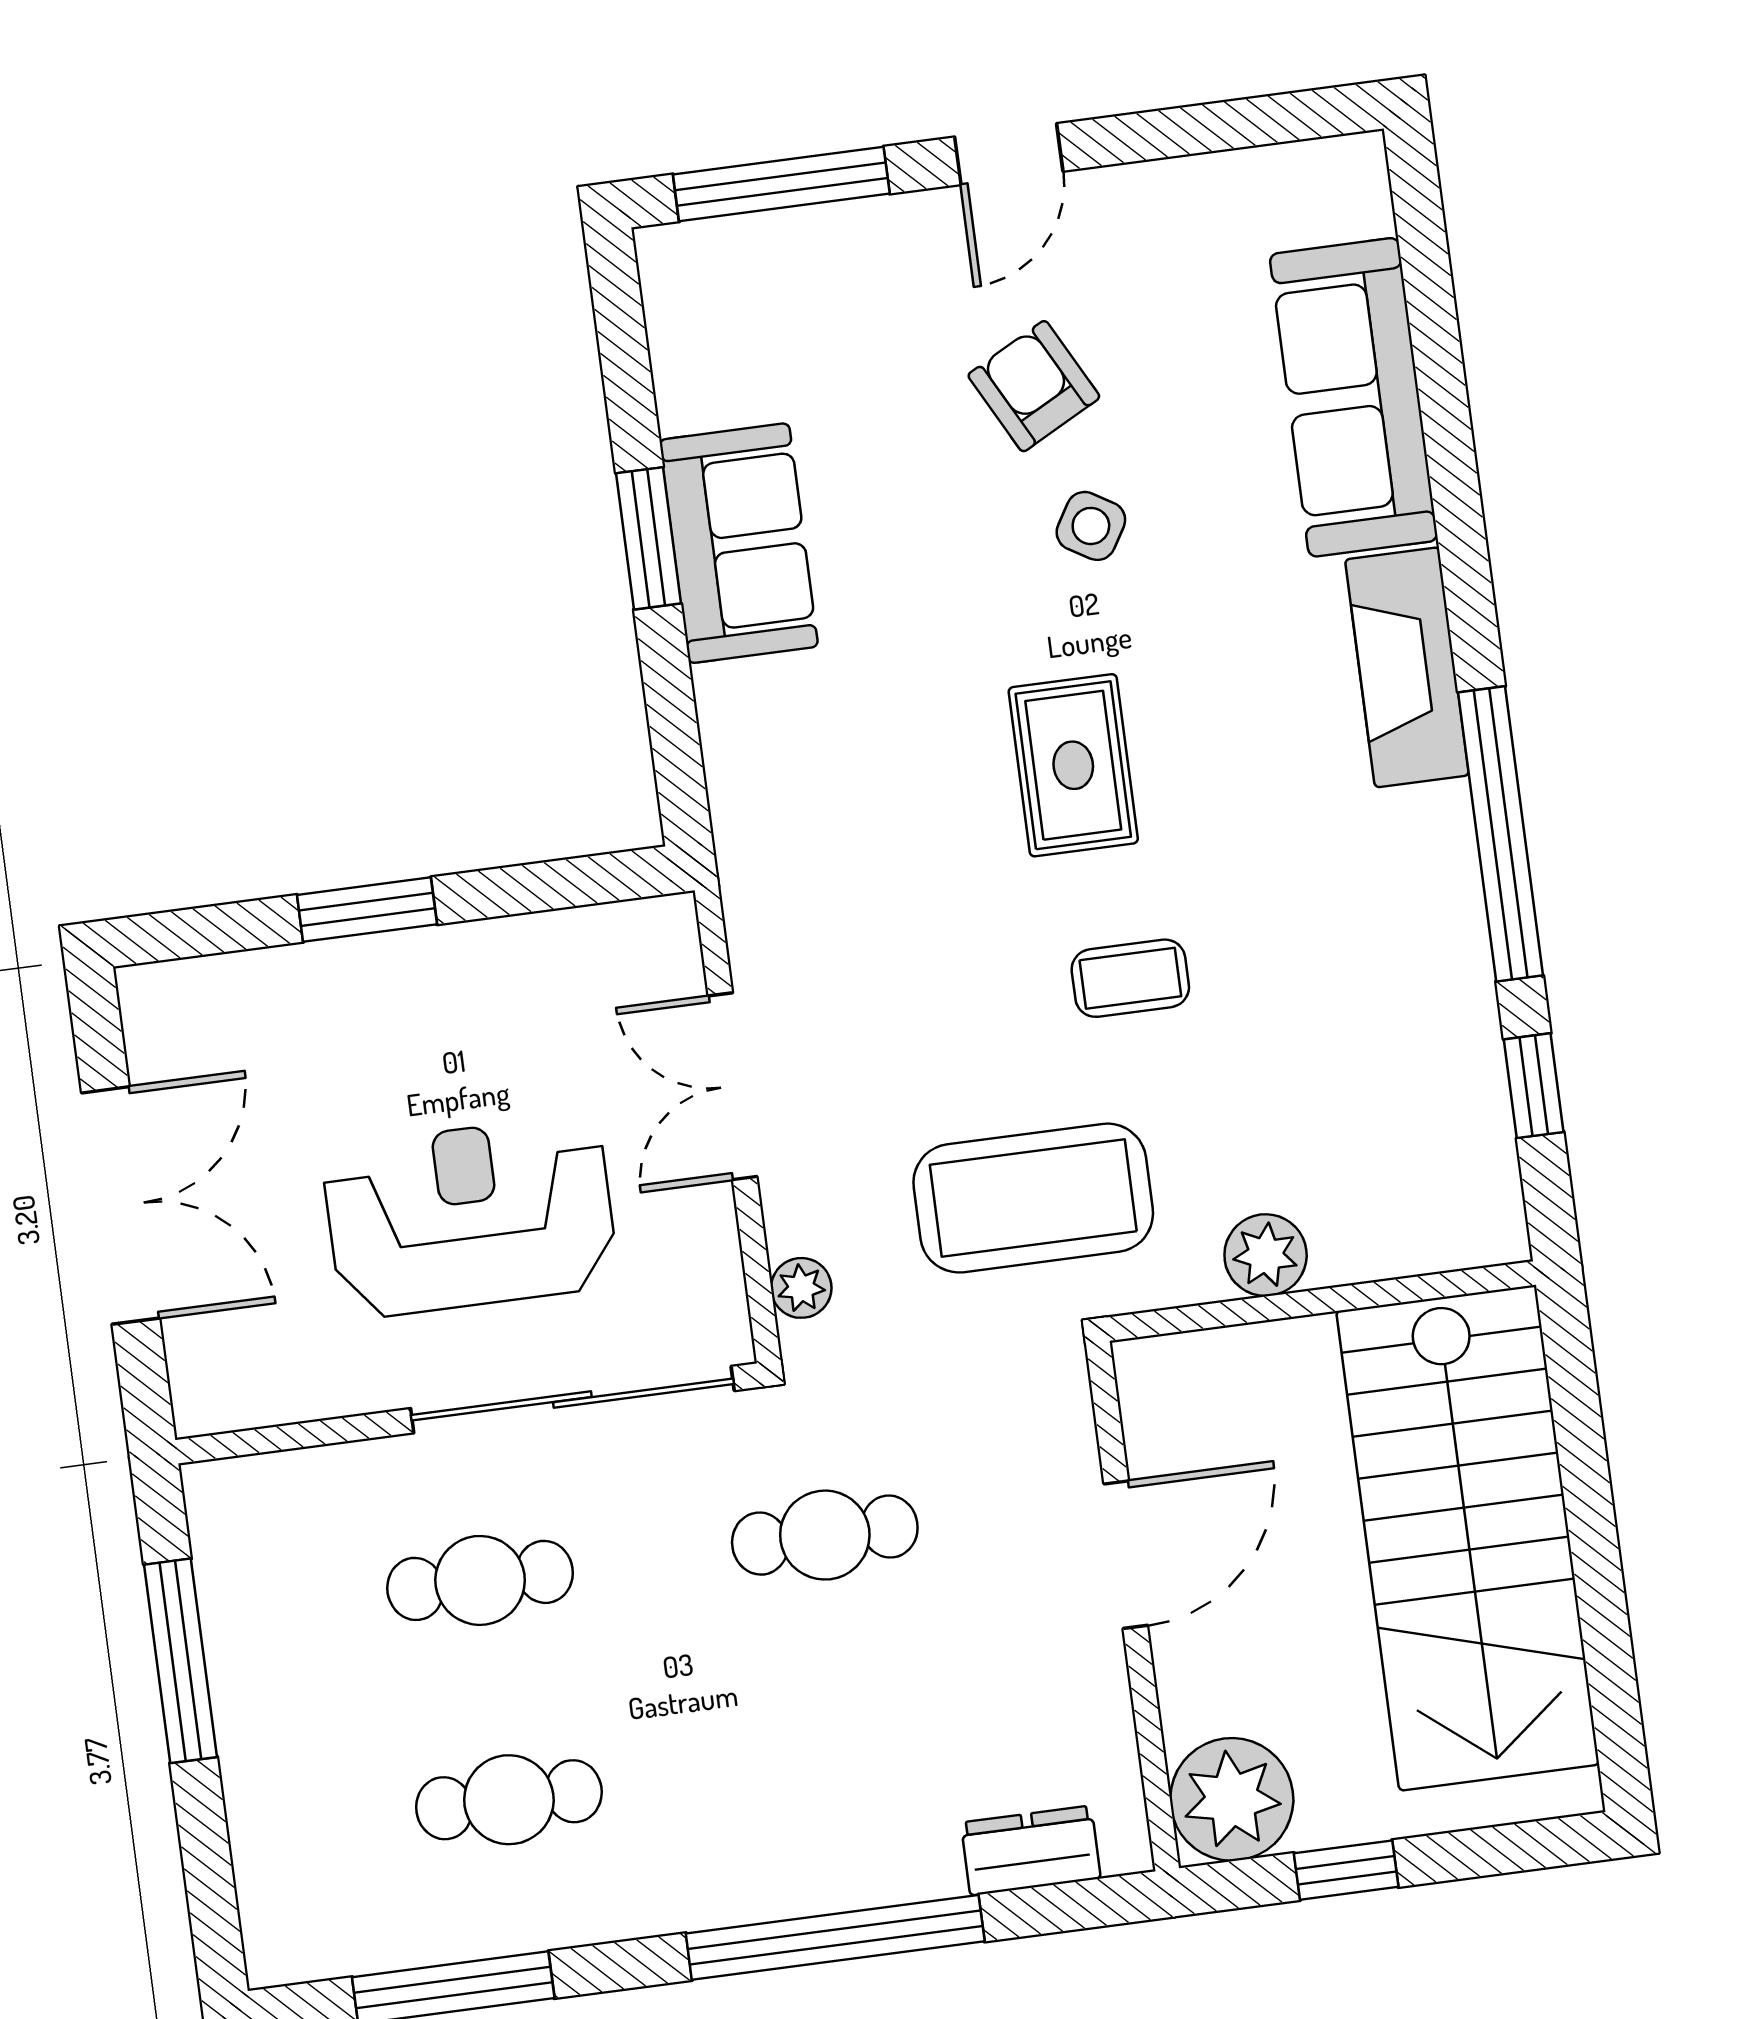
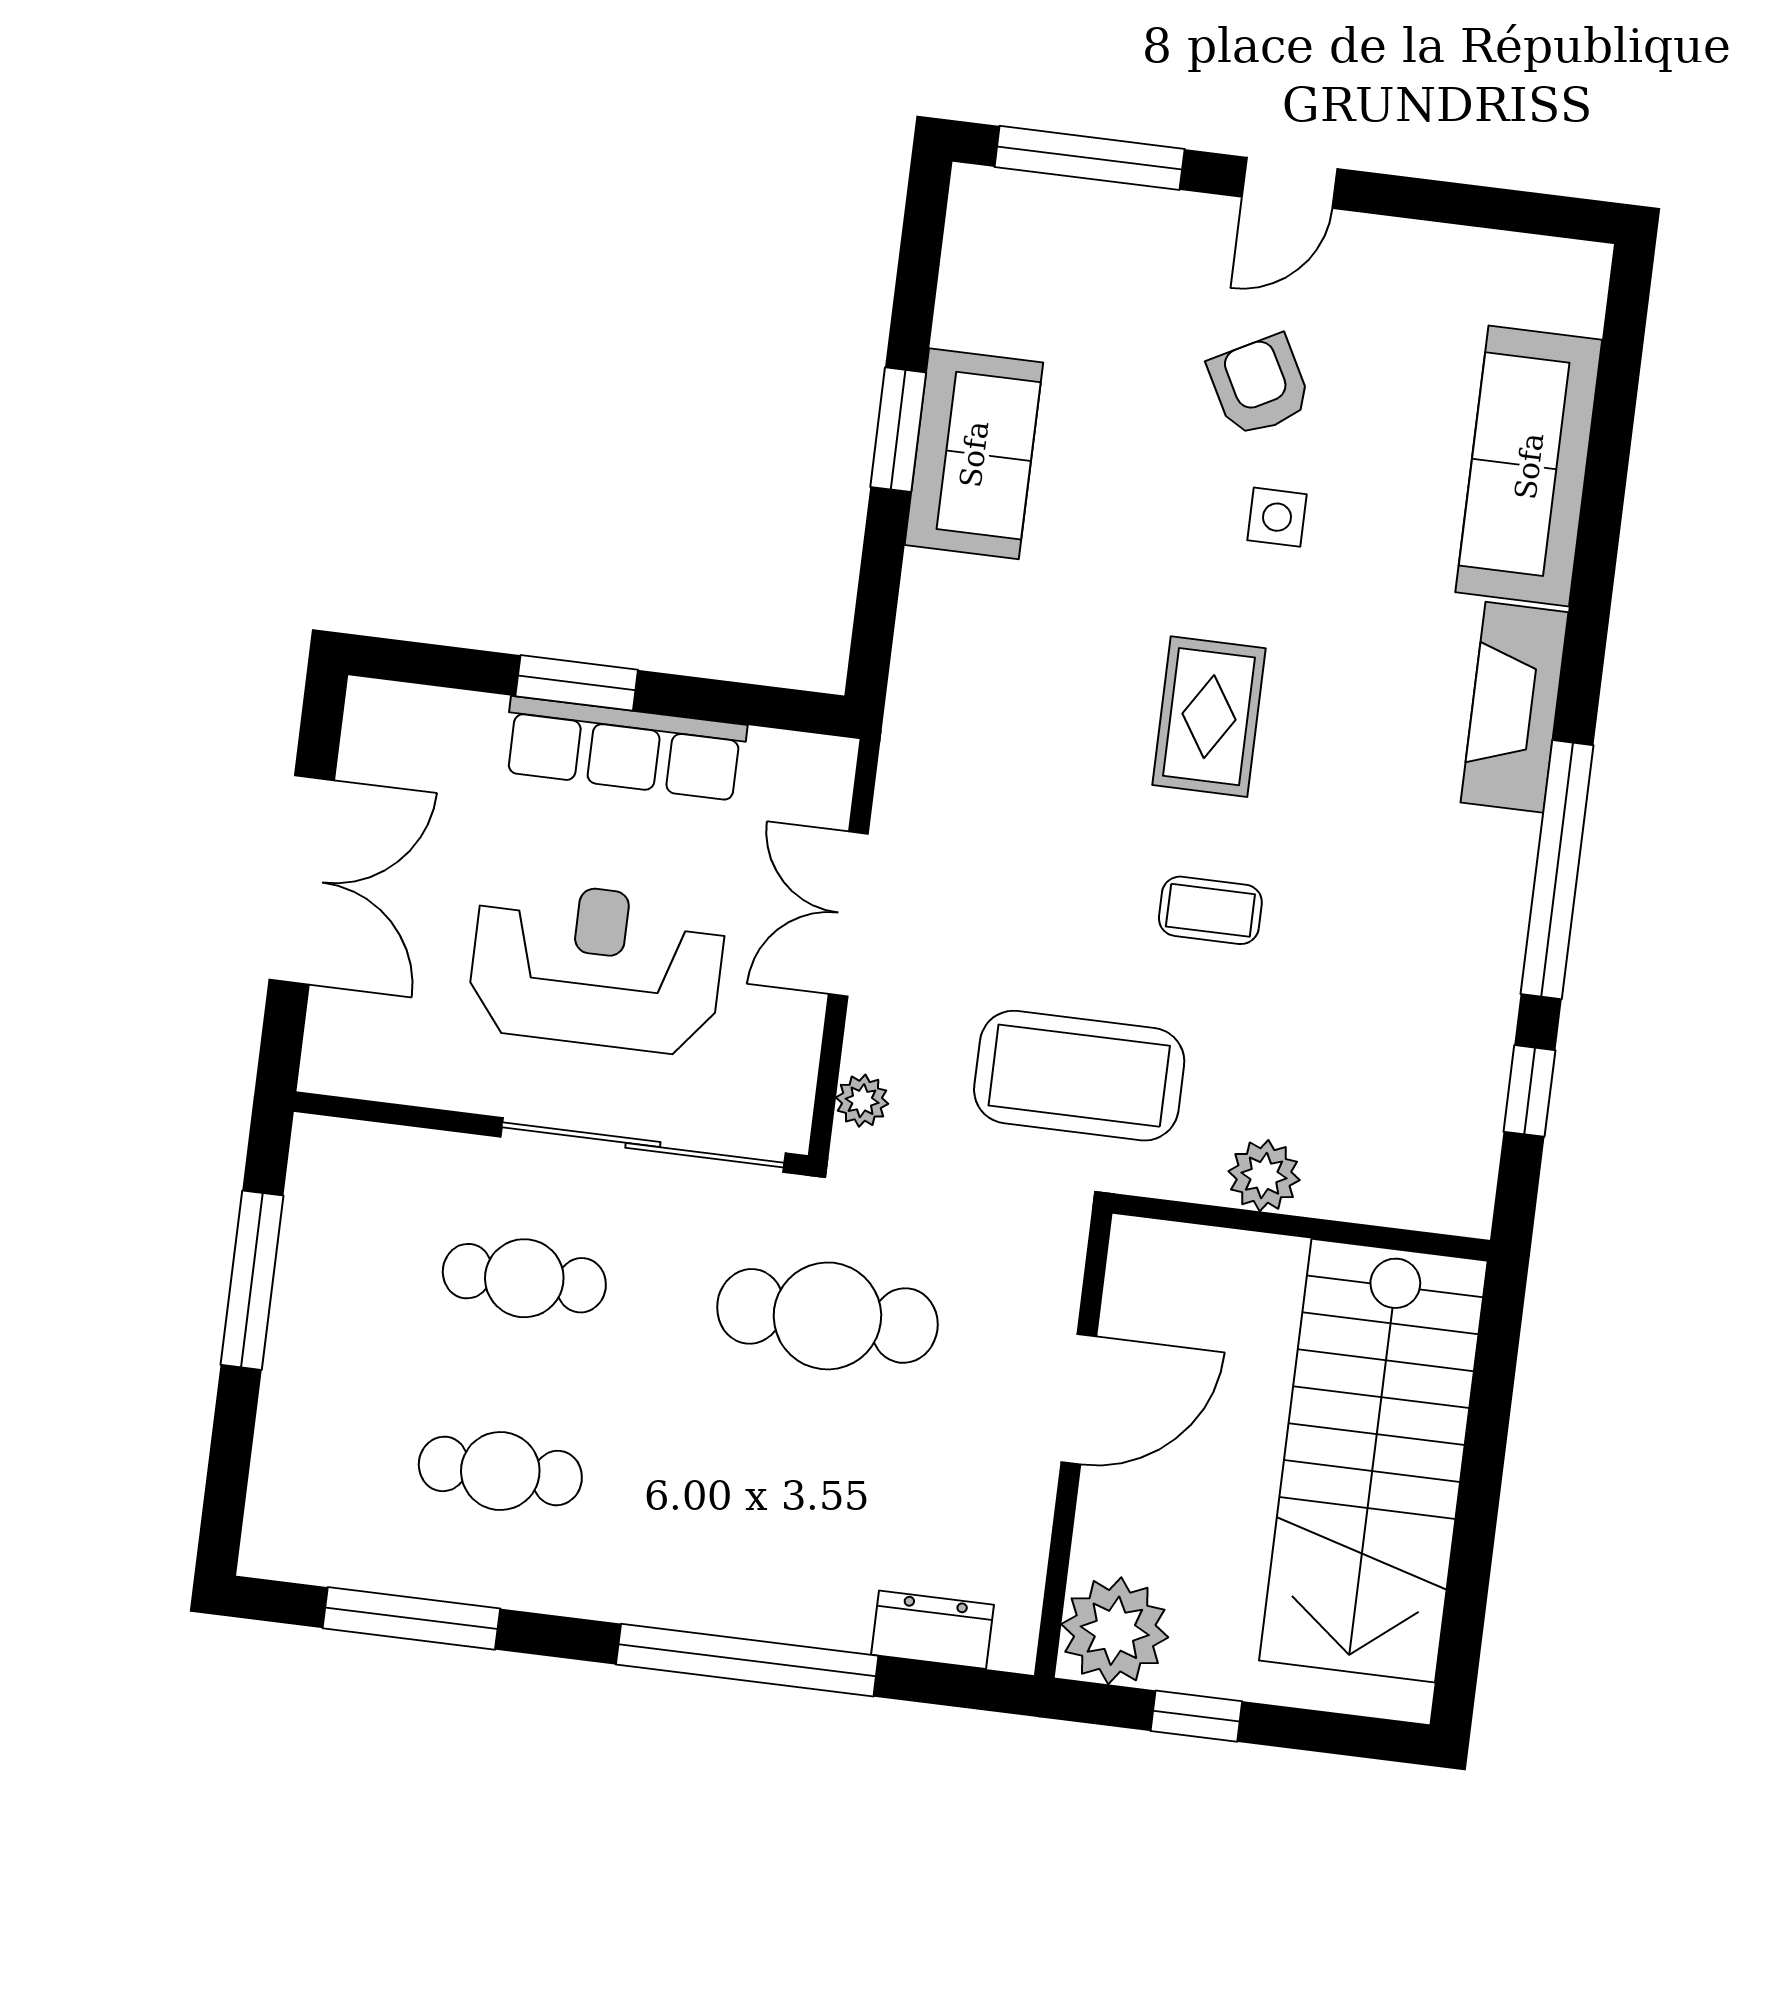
side table: (1091, 526) -> (1277, 517), turned -31
row of seats: (439, 968) -> (625, 749), added
cafe table: (825, 1535) -> (827, 1316), width x1.37, depth x1.35

